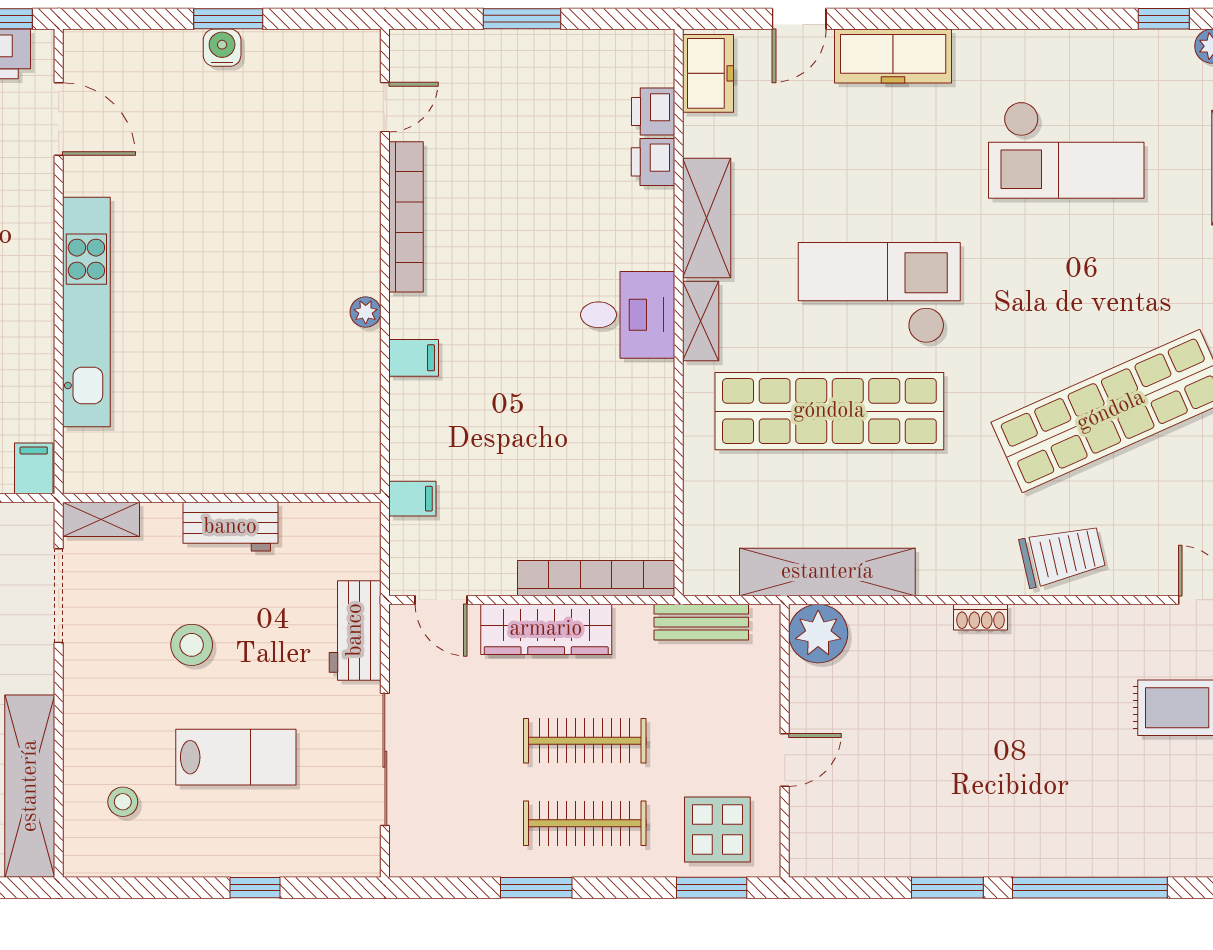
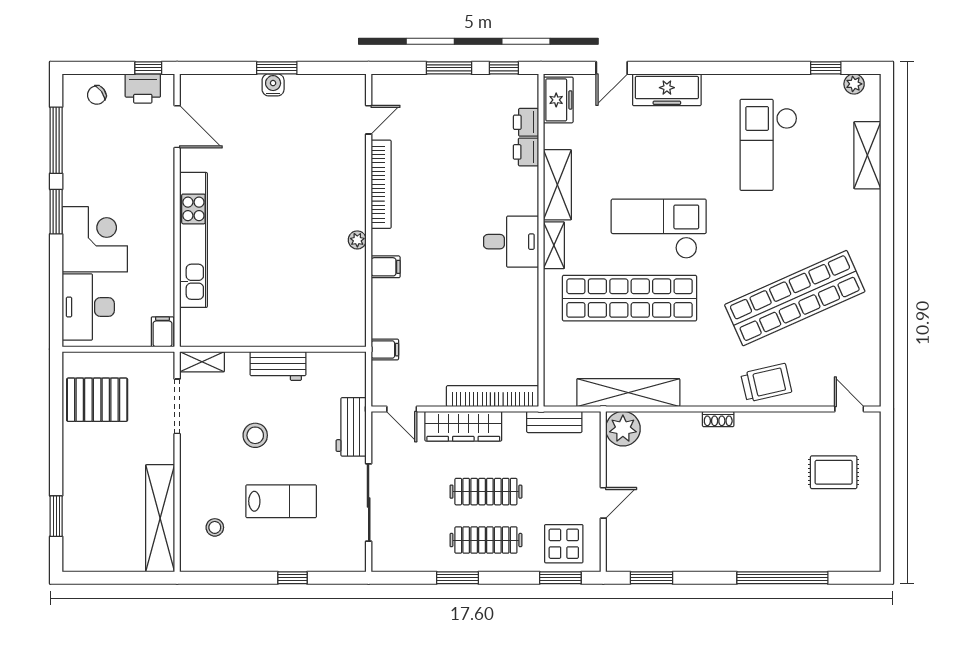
window: (615, 19) -> (504, 68), added
checkout: (1066, 150) -> (768, 145), turned 90
window: (947, 888) -> (652, 578), moved

